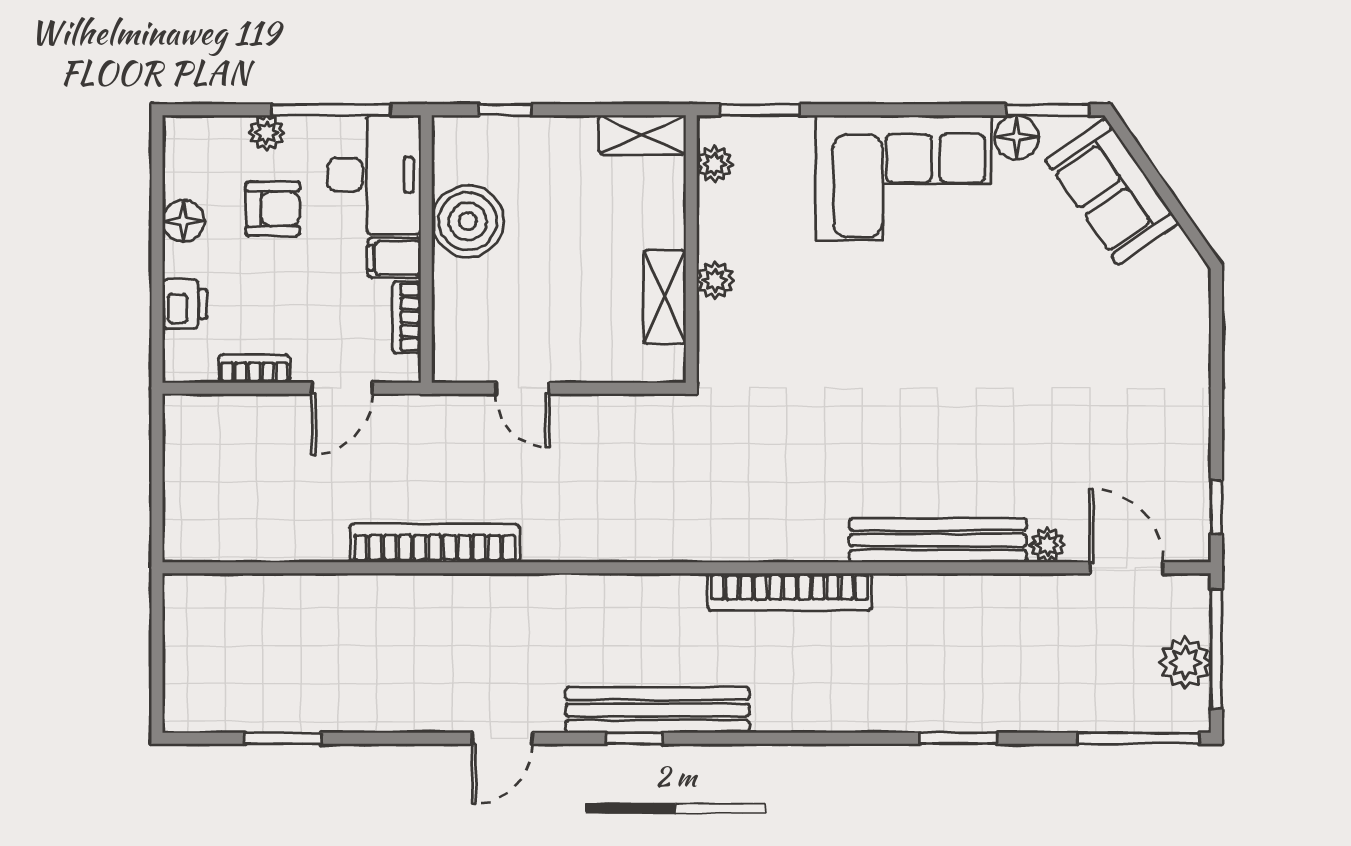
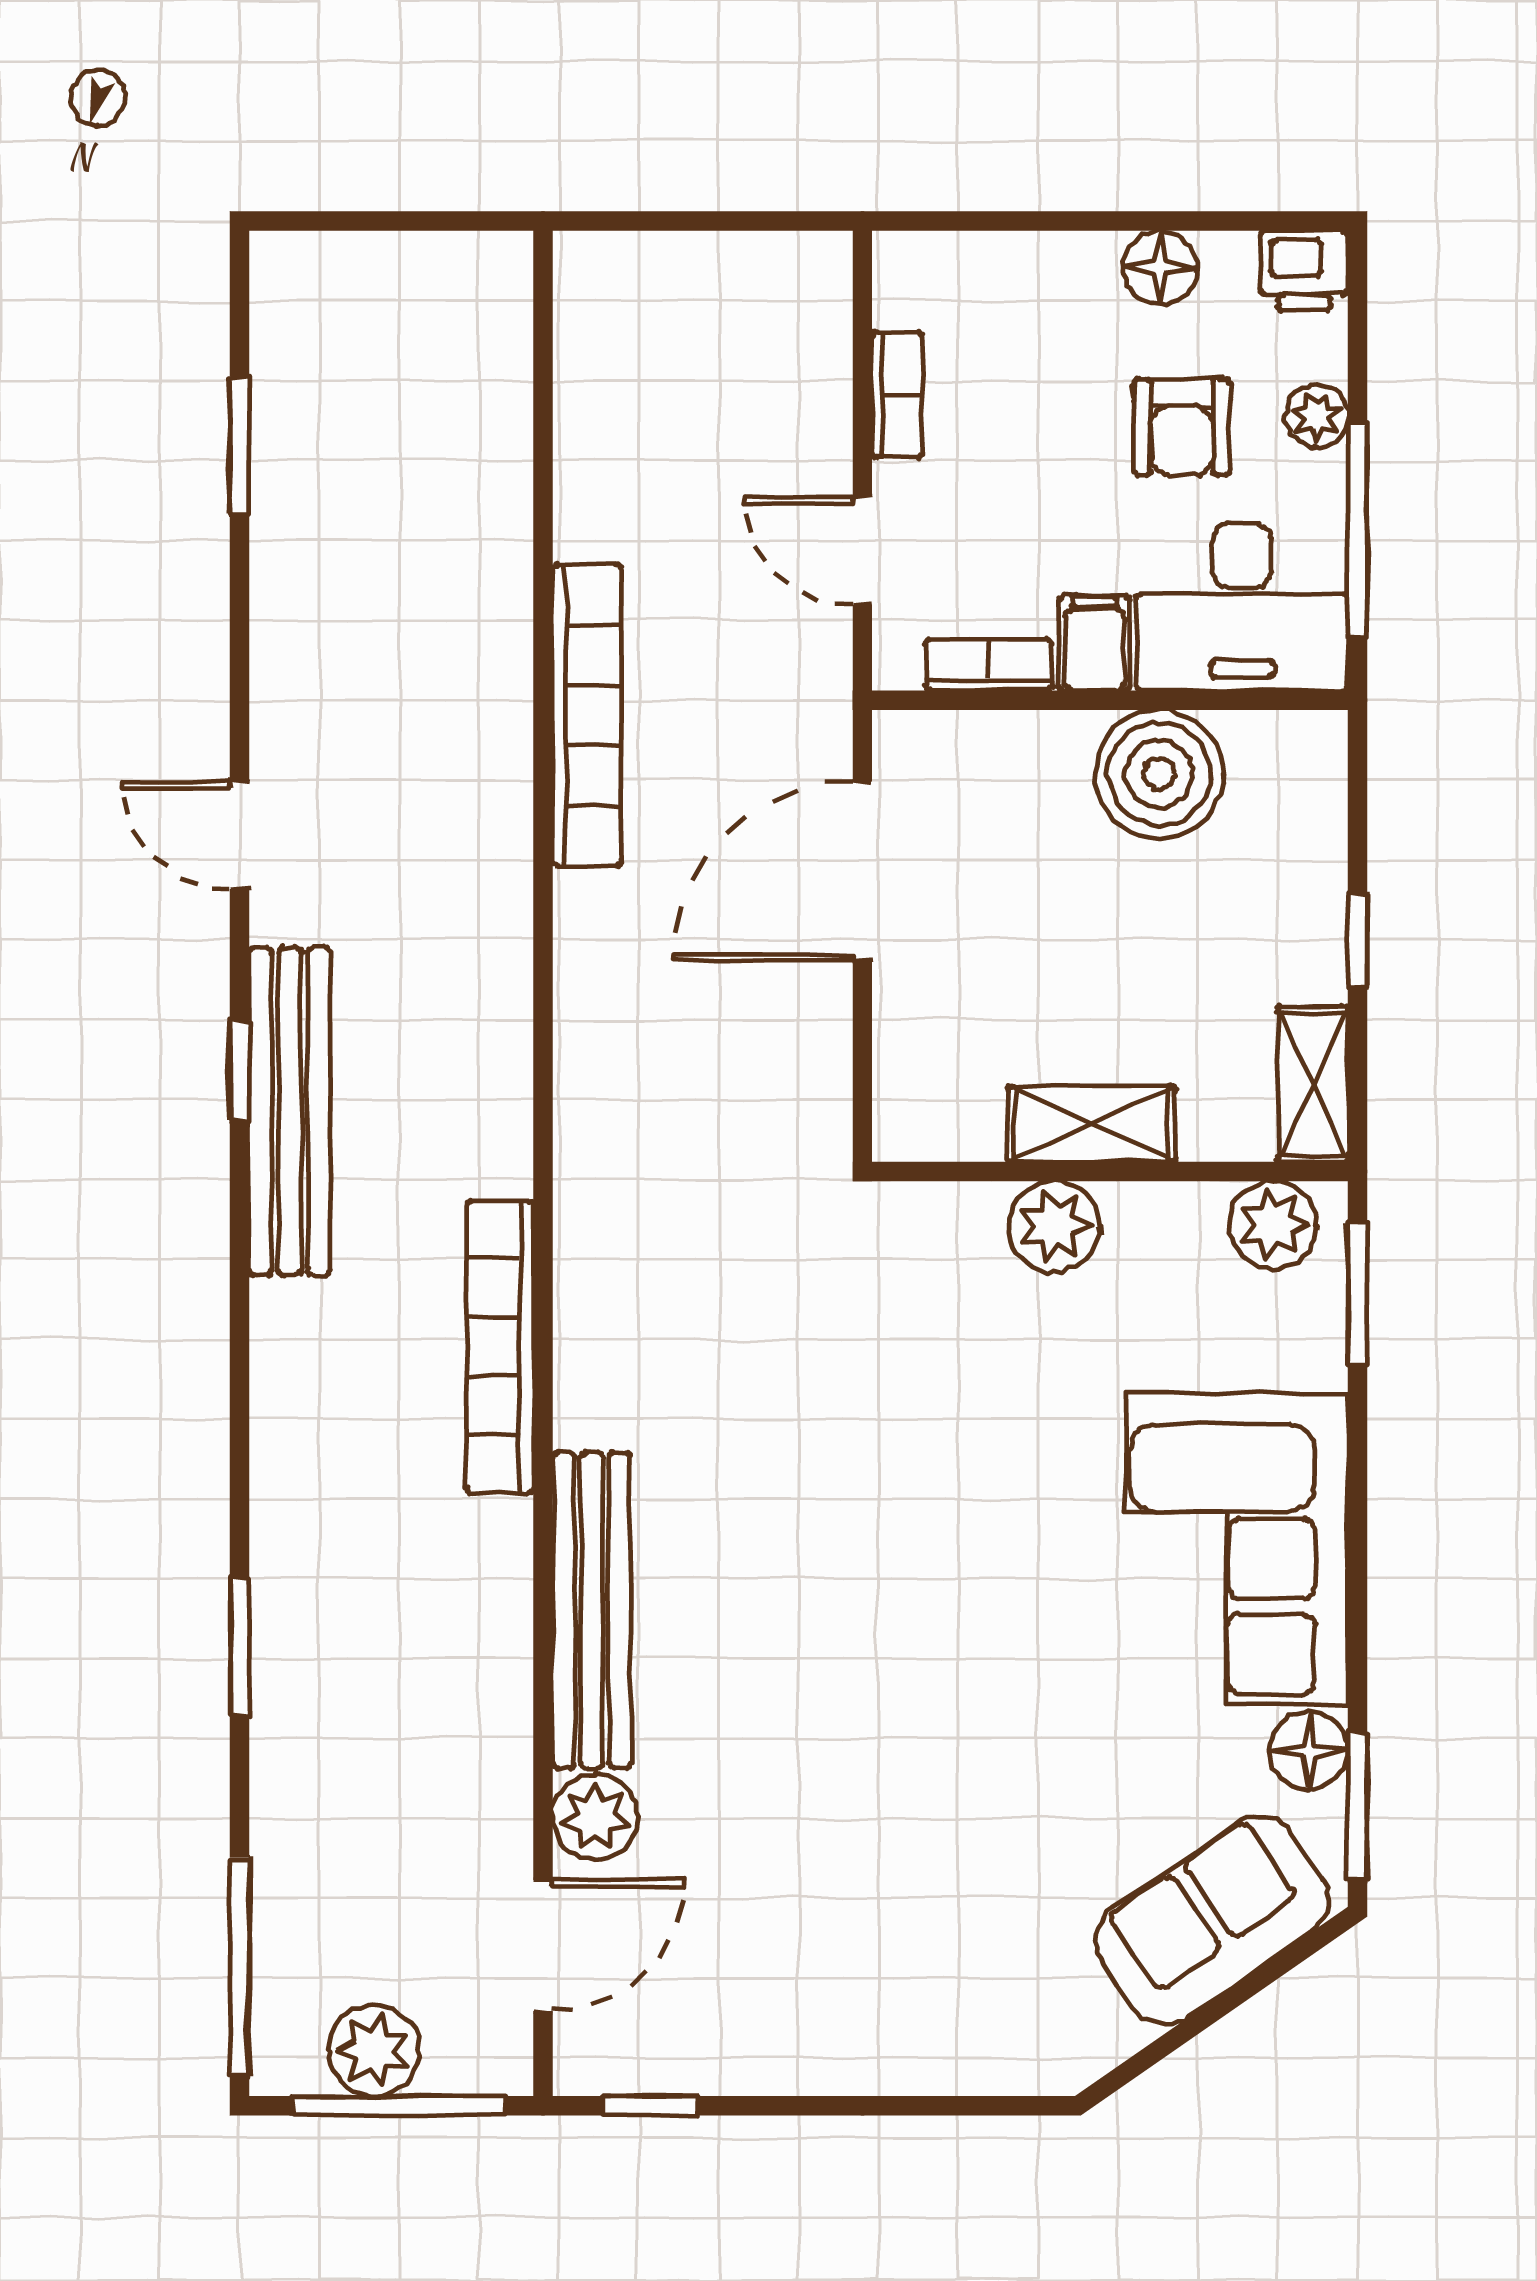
window: (505, 110) -> (1358, 940), moved
plant: (714, 164) -> (1273, 1225), width x1.38, depth x1.38
plant: (715, 280) -> (1054, 1226), width x1.38, depth x1.38
shelving: (665, 297) -> (1092, 1124), moved
printer: (185, 304) -> (1304, 271), moved
door: (523, 388) -> (862, 871), width x1.88
plant: (1047, 545) -> (595, 1817), width x1.38, depth x1.38

